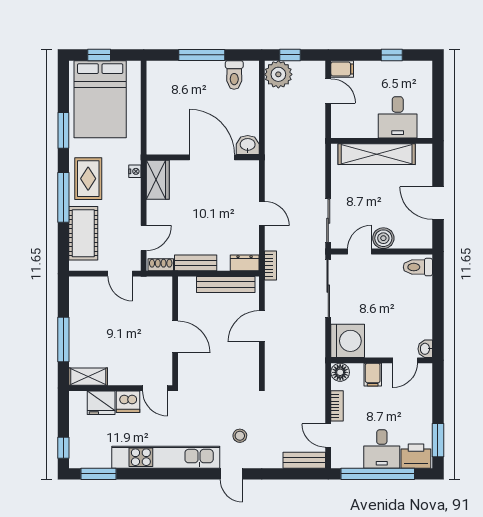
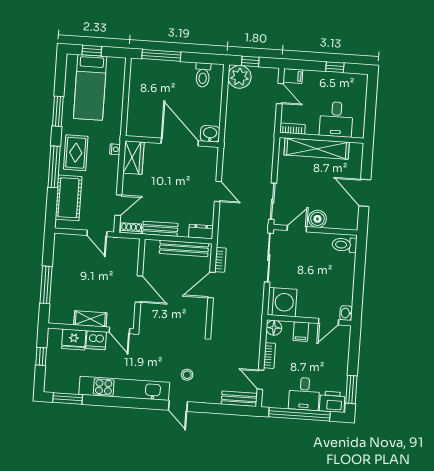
window: (202, 55) -> (161, 55), moved
bed: (100, 99) -> (90, 87), width x0.67
bookcase: (346, 132) -> (292, 129), added
bookcase: (270, 265) -> (220, 260), moved
shelving: (88, 377) -> (90, 319), moved
window: (63, 448) -> (41, 356), moved

